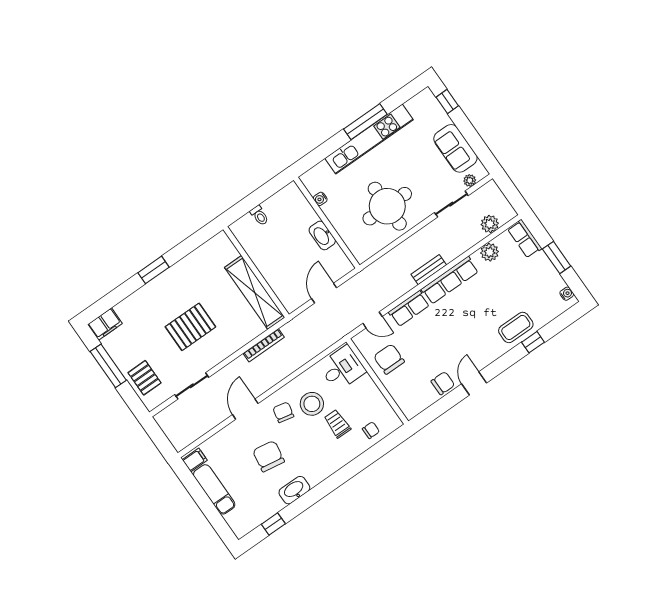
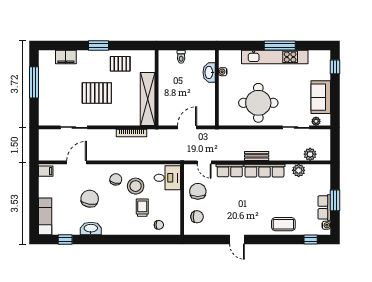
washbasin: (322, 235) -> (209, 72), moved
row of seats: (525, 239) -> (324, 207), moved
filing cabinet: (105, 324) -> (66, 57), moved
window: (533, 342) -> (311, 240), moved
pallet: (144, 378) -> (120, 64), moved, turned 90
chair: (443, 383) -> (197, 217), moved
door: (474, 383) -> (237, 240), swing flipped
door: (245, 409) -> (77, 162), moved
exam couch: (214, 489) -> (45, 216), moved

